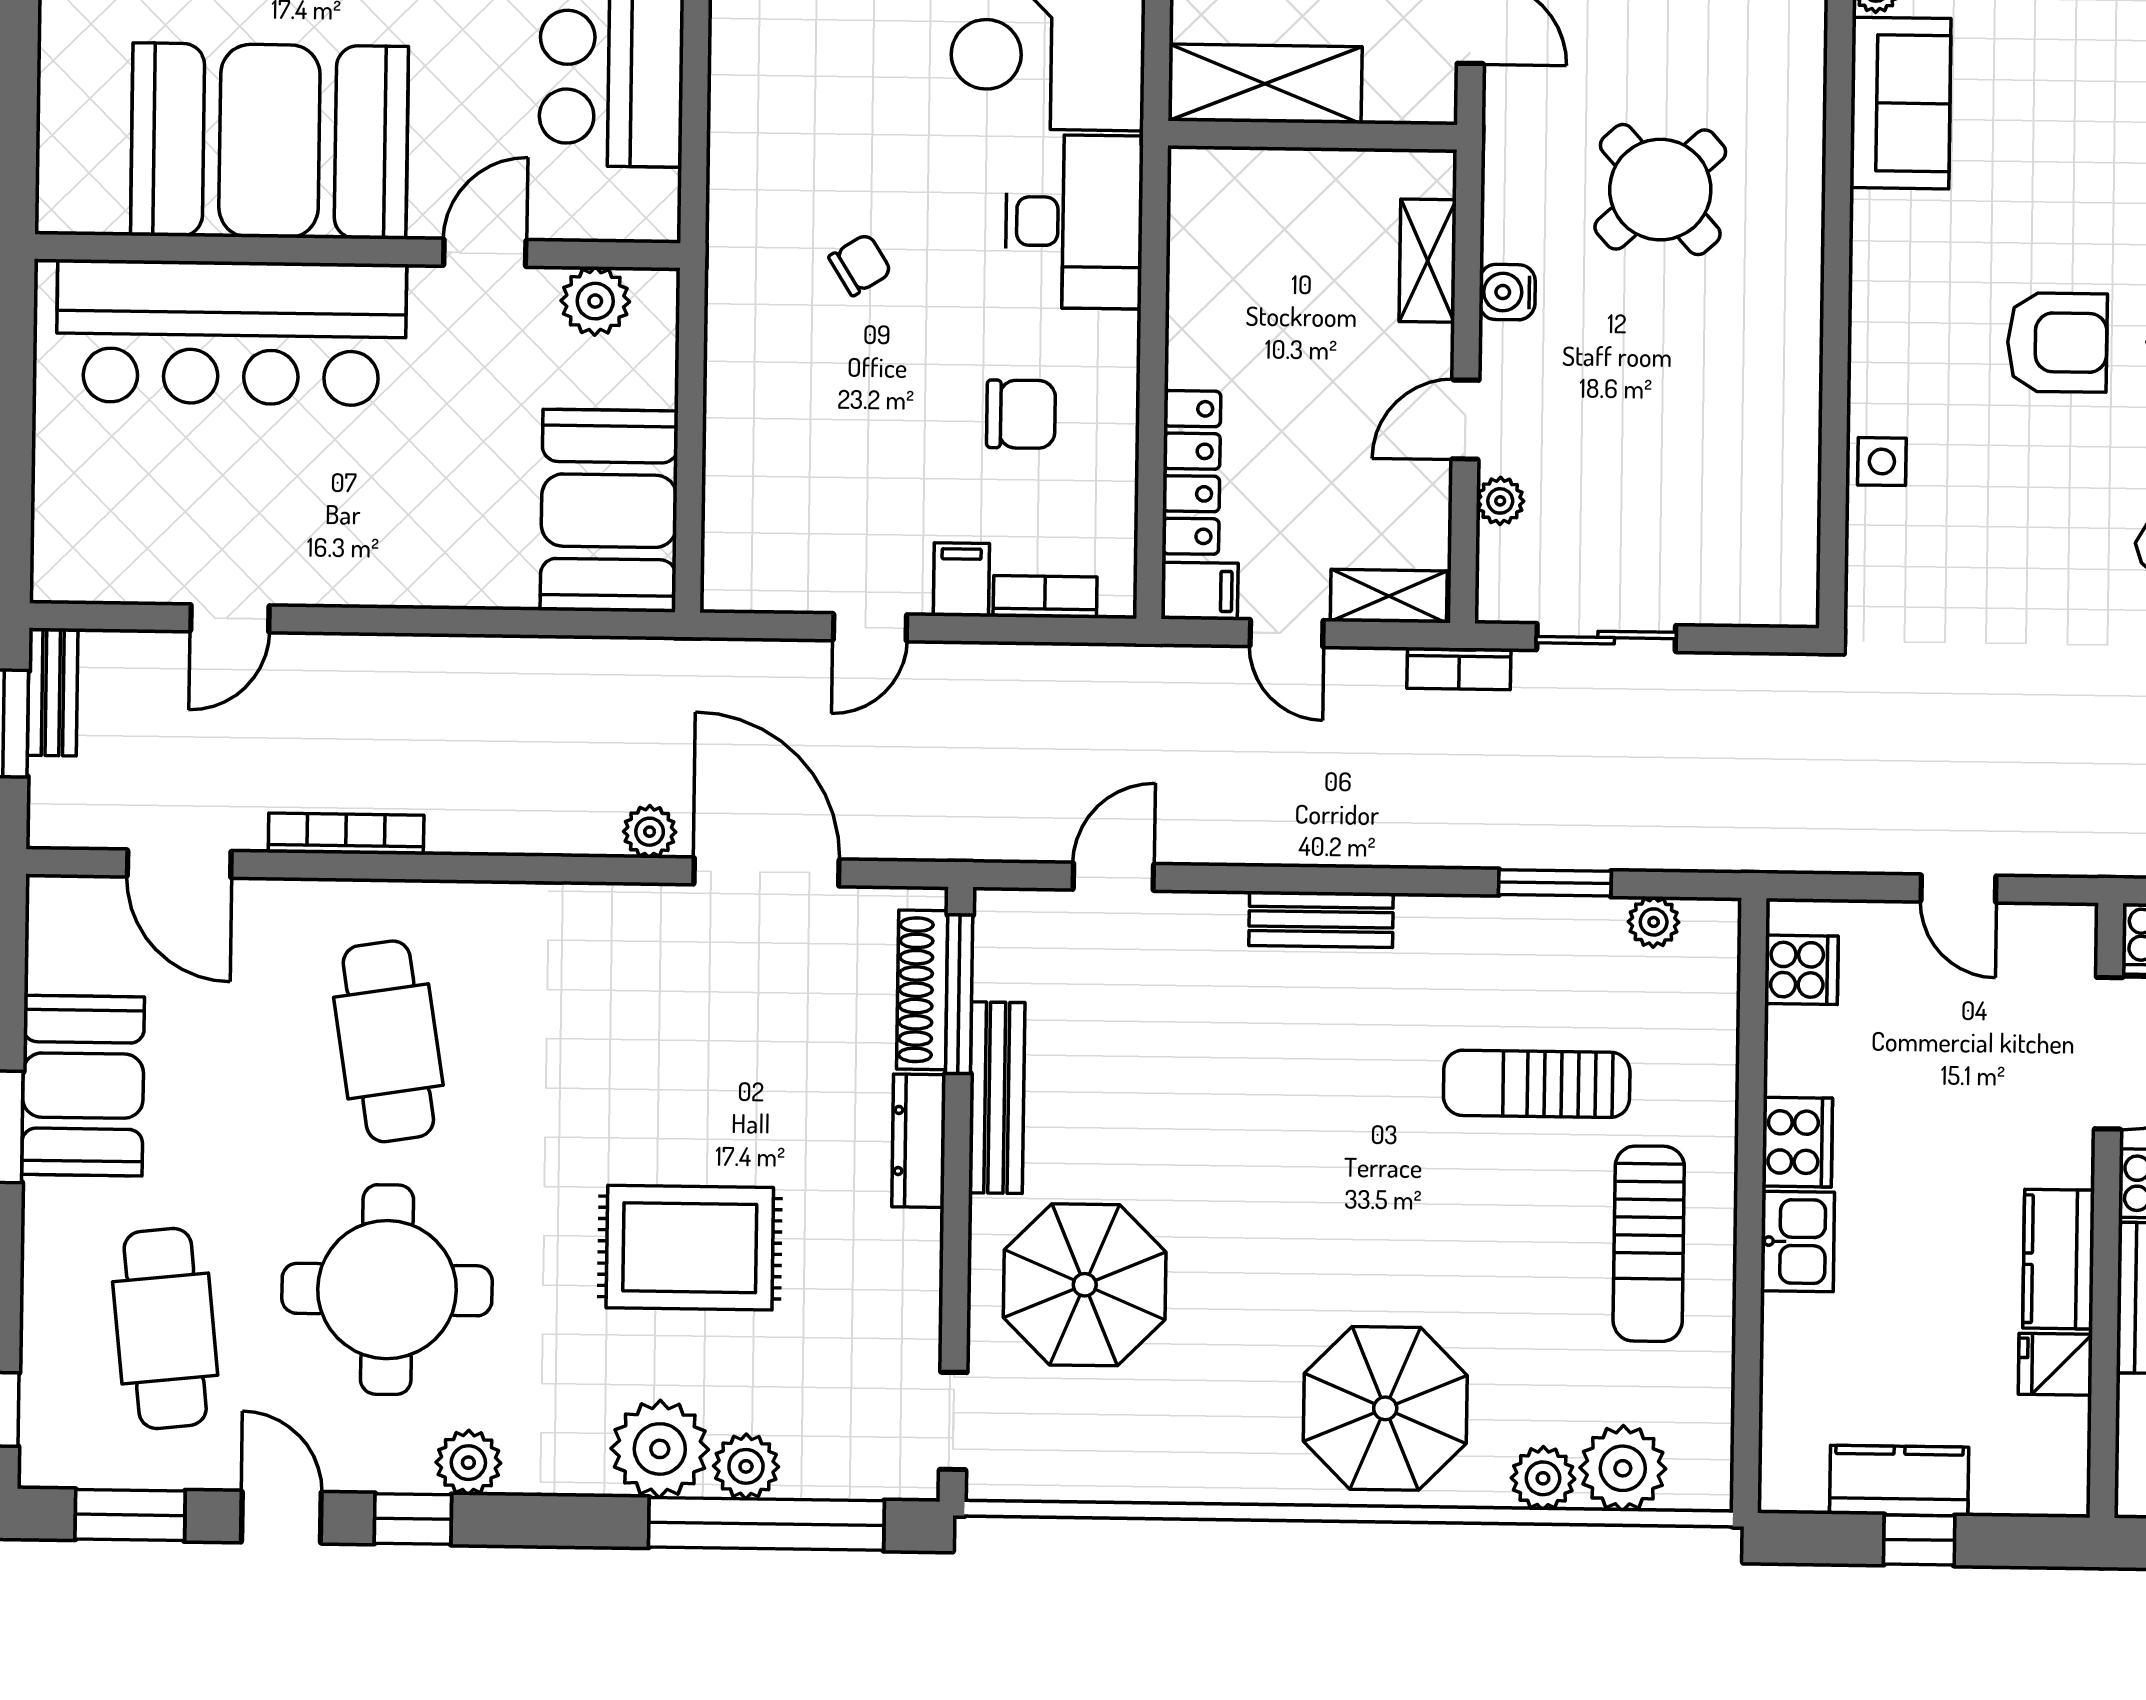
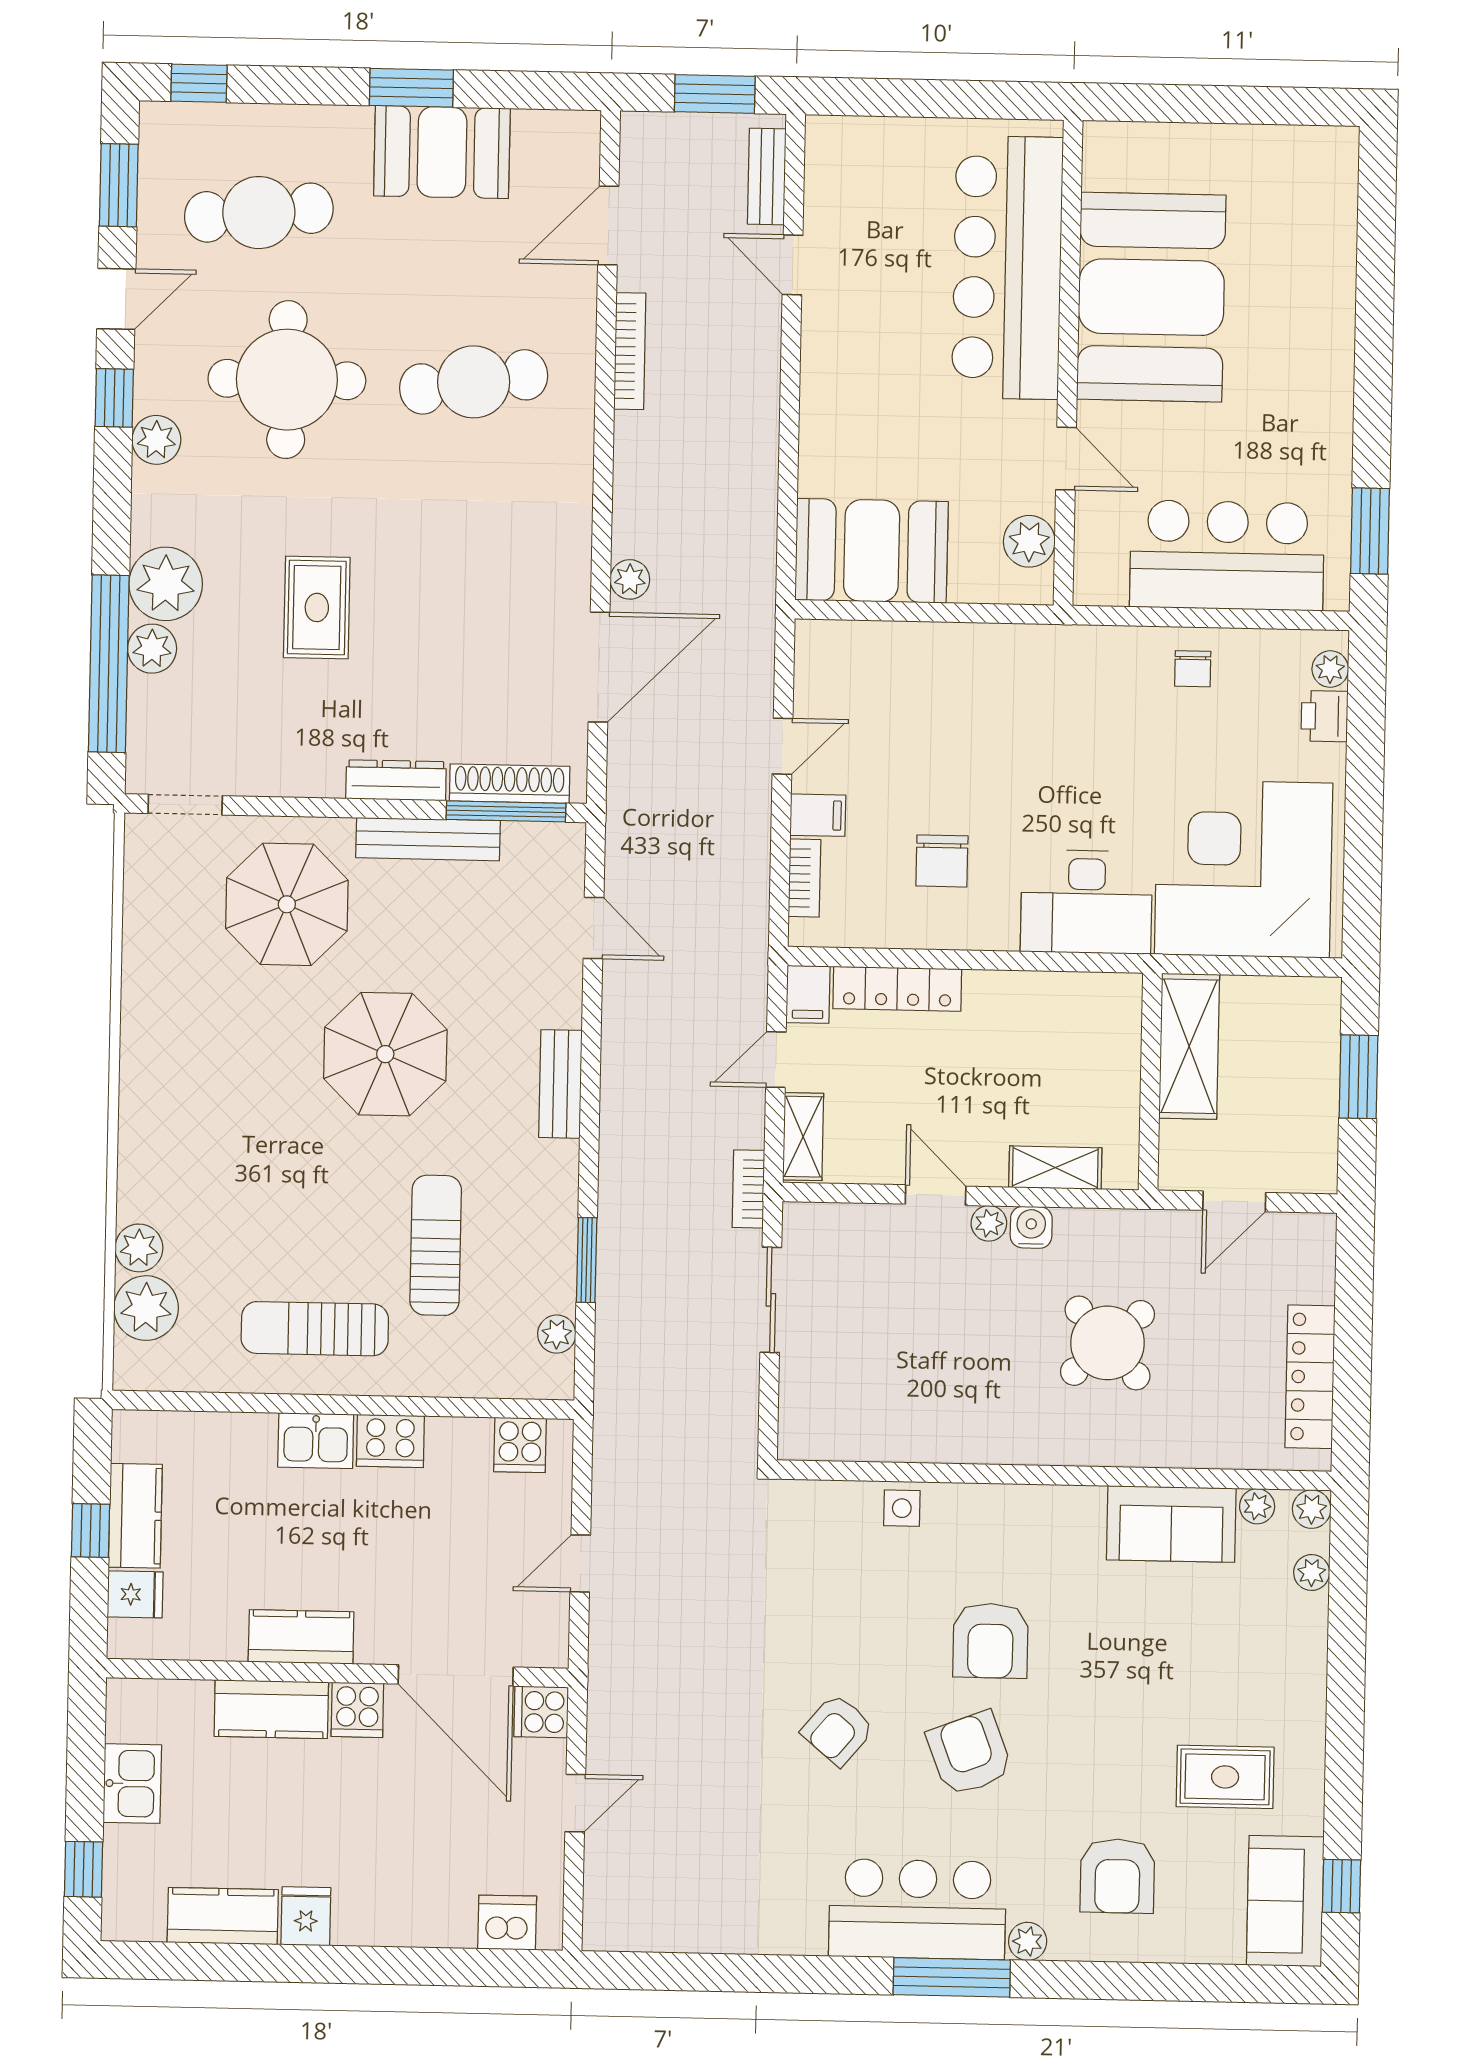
chair: (860, 265) -> (1193, 669), moved, turned 32
plant: (1500, 501) -> (989, 1223), moved
door: (870, 627) -> (782, 746), swing flipped
bench: (53, 692) -> (767, 177), moved, turned 90
rug: (690, 1248) -> (317, 607), width x0.73, depth x0.70
fridge: (2055, 1364) -> (135, 1594), moved, turned 90
parasol: (1385, 1408) -> (385, 1054), moved

